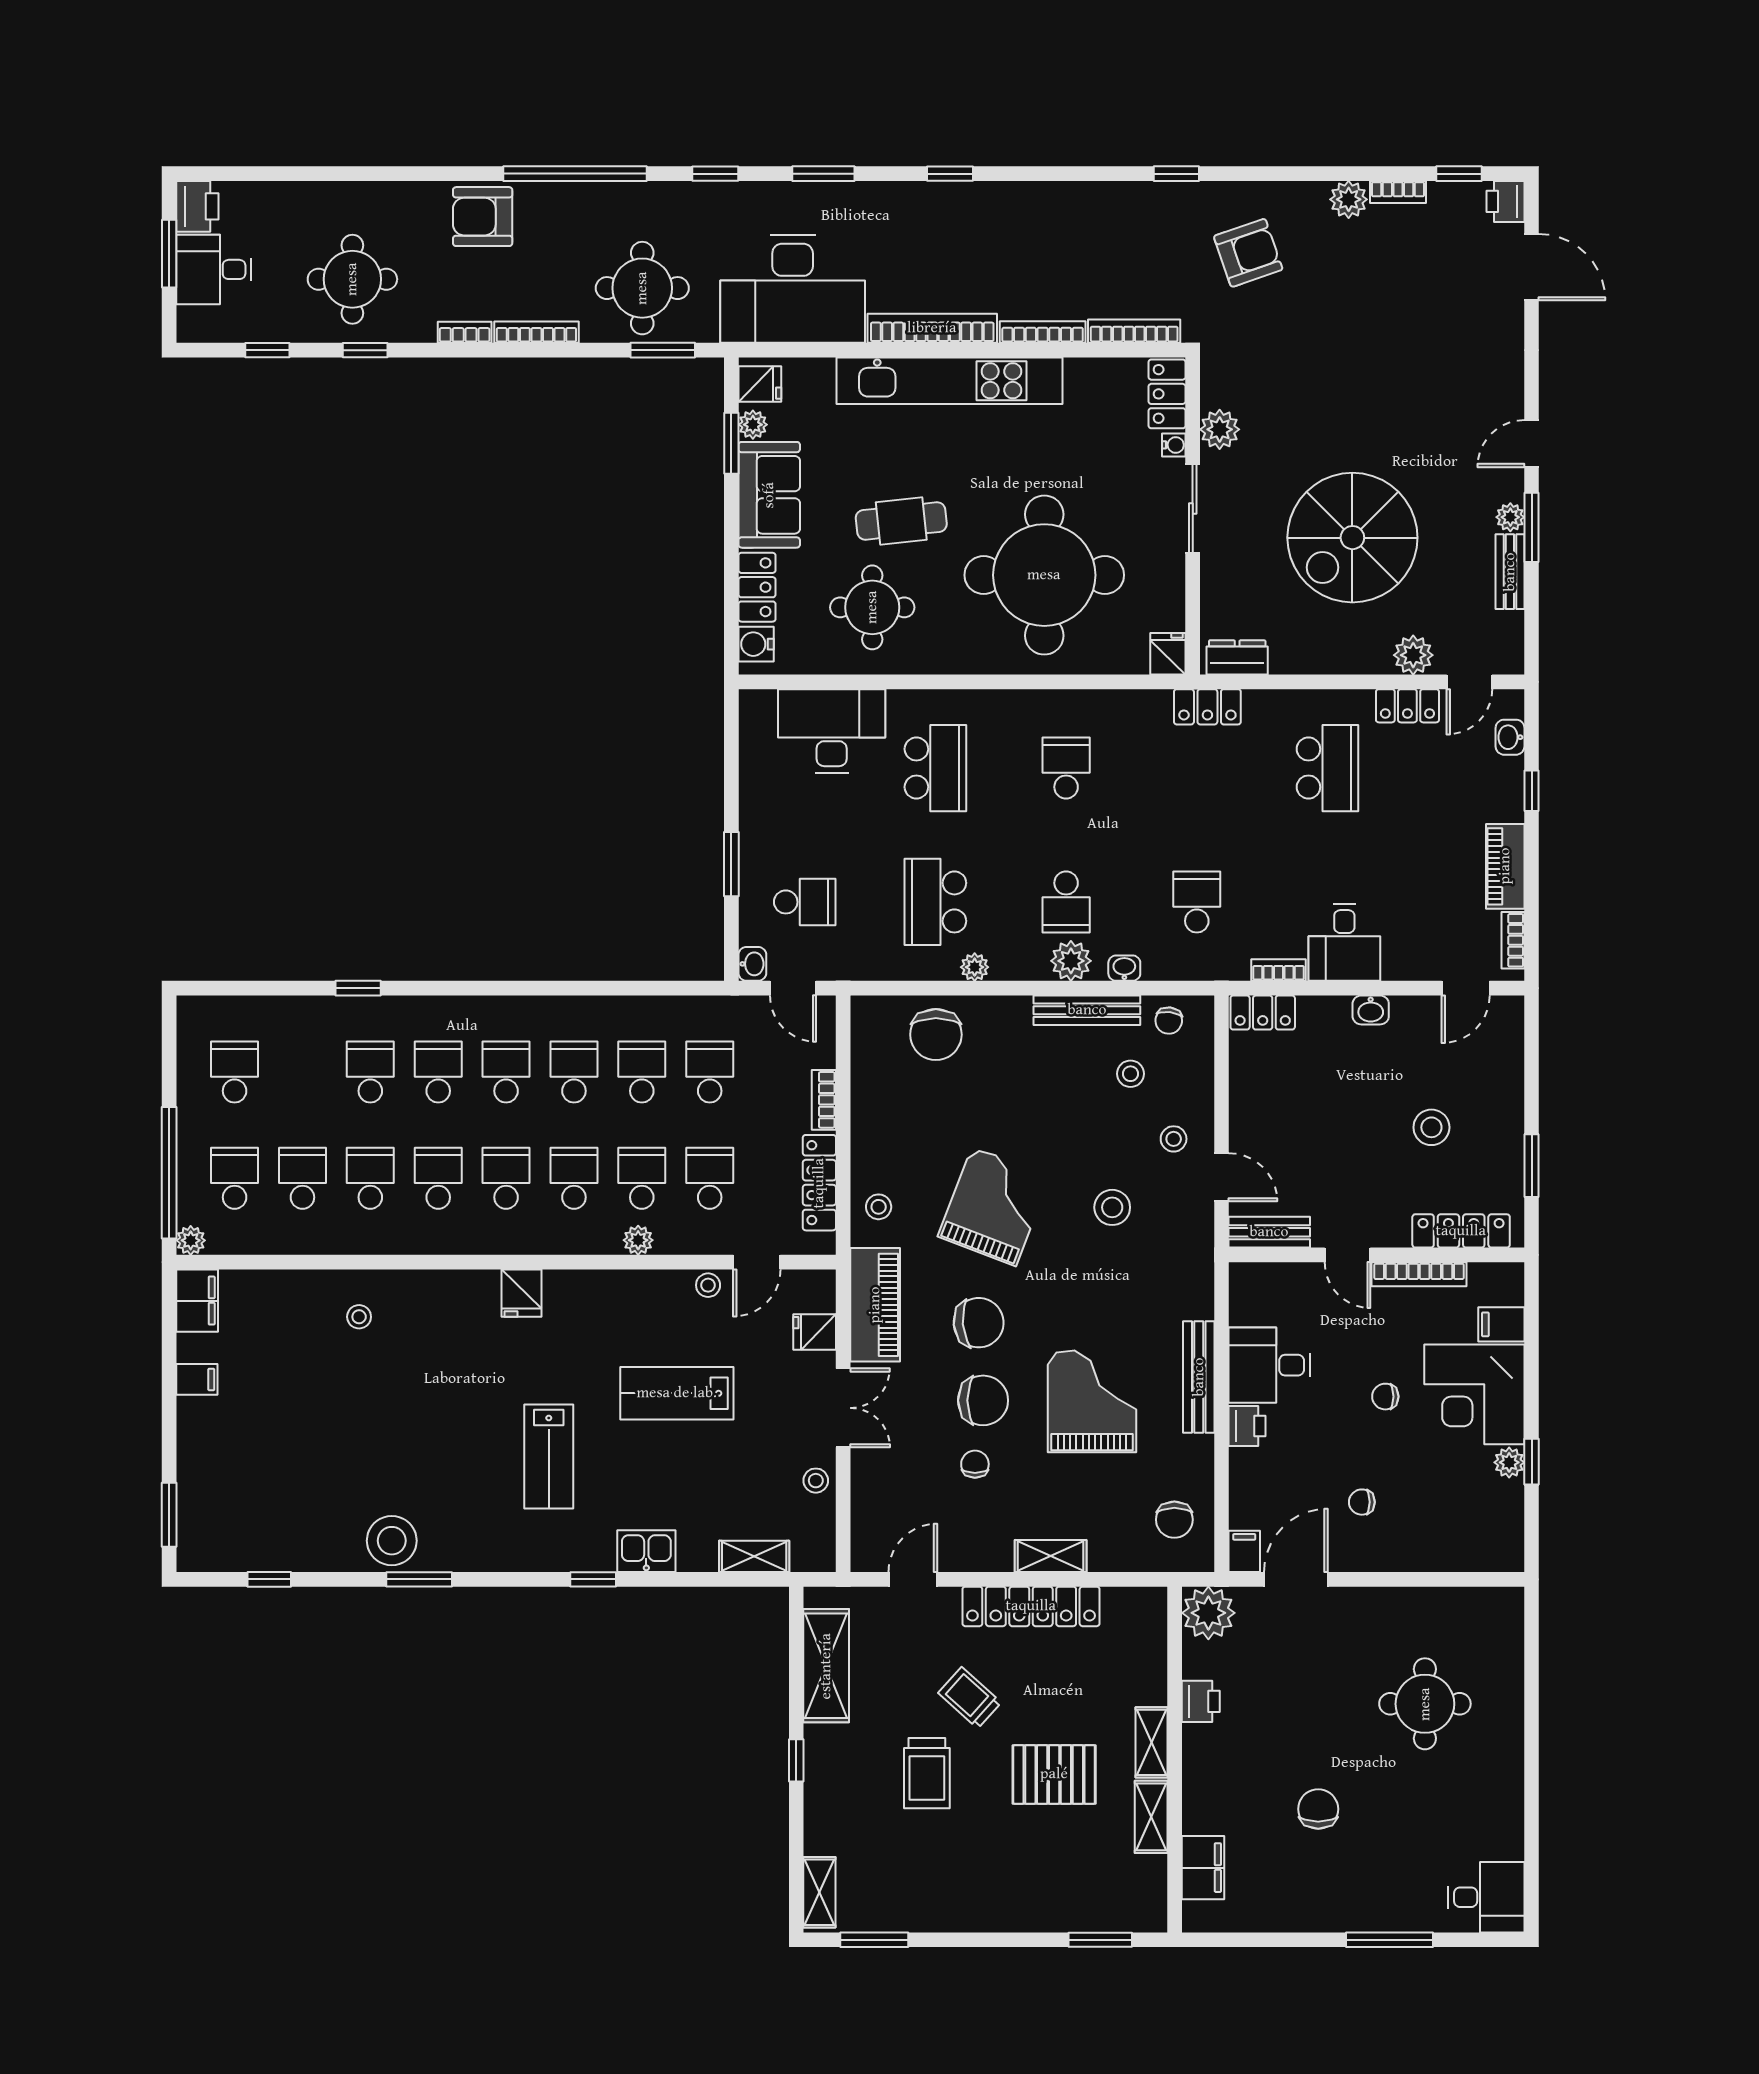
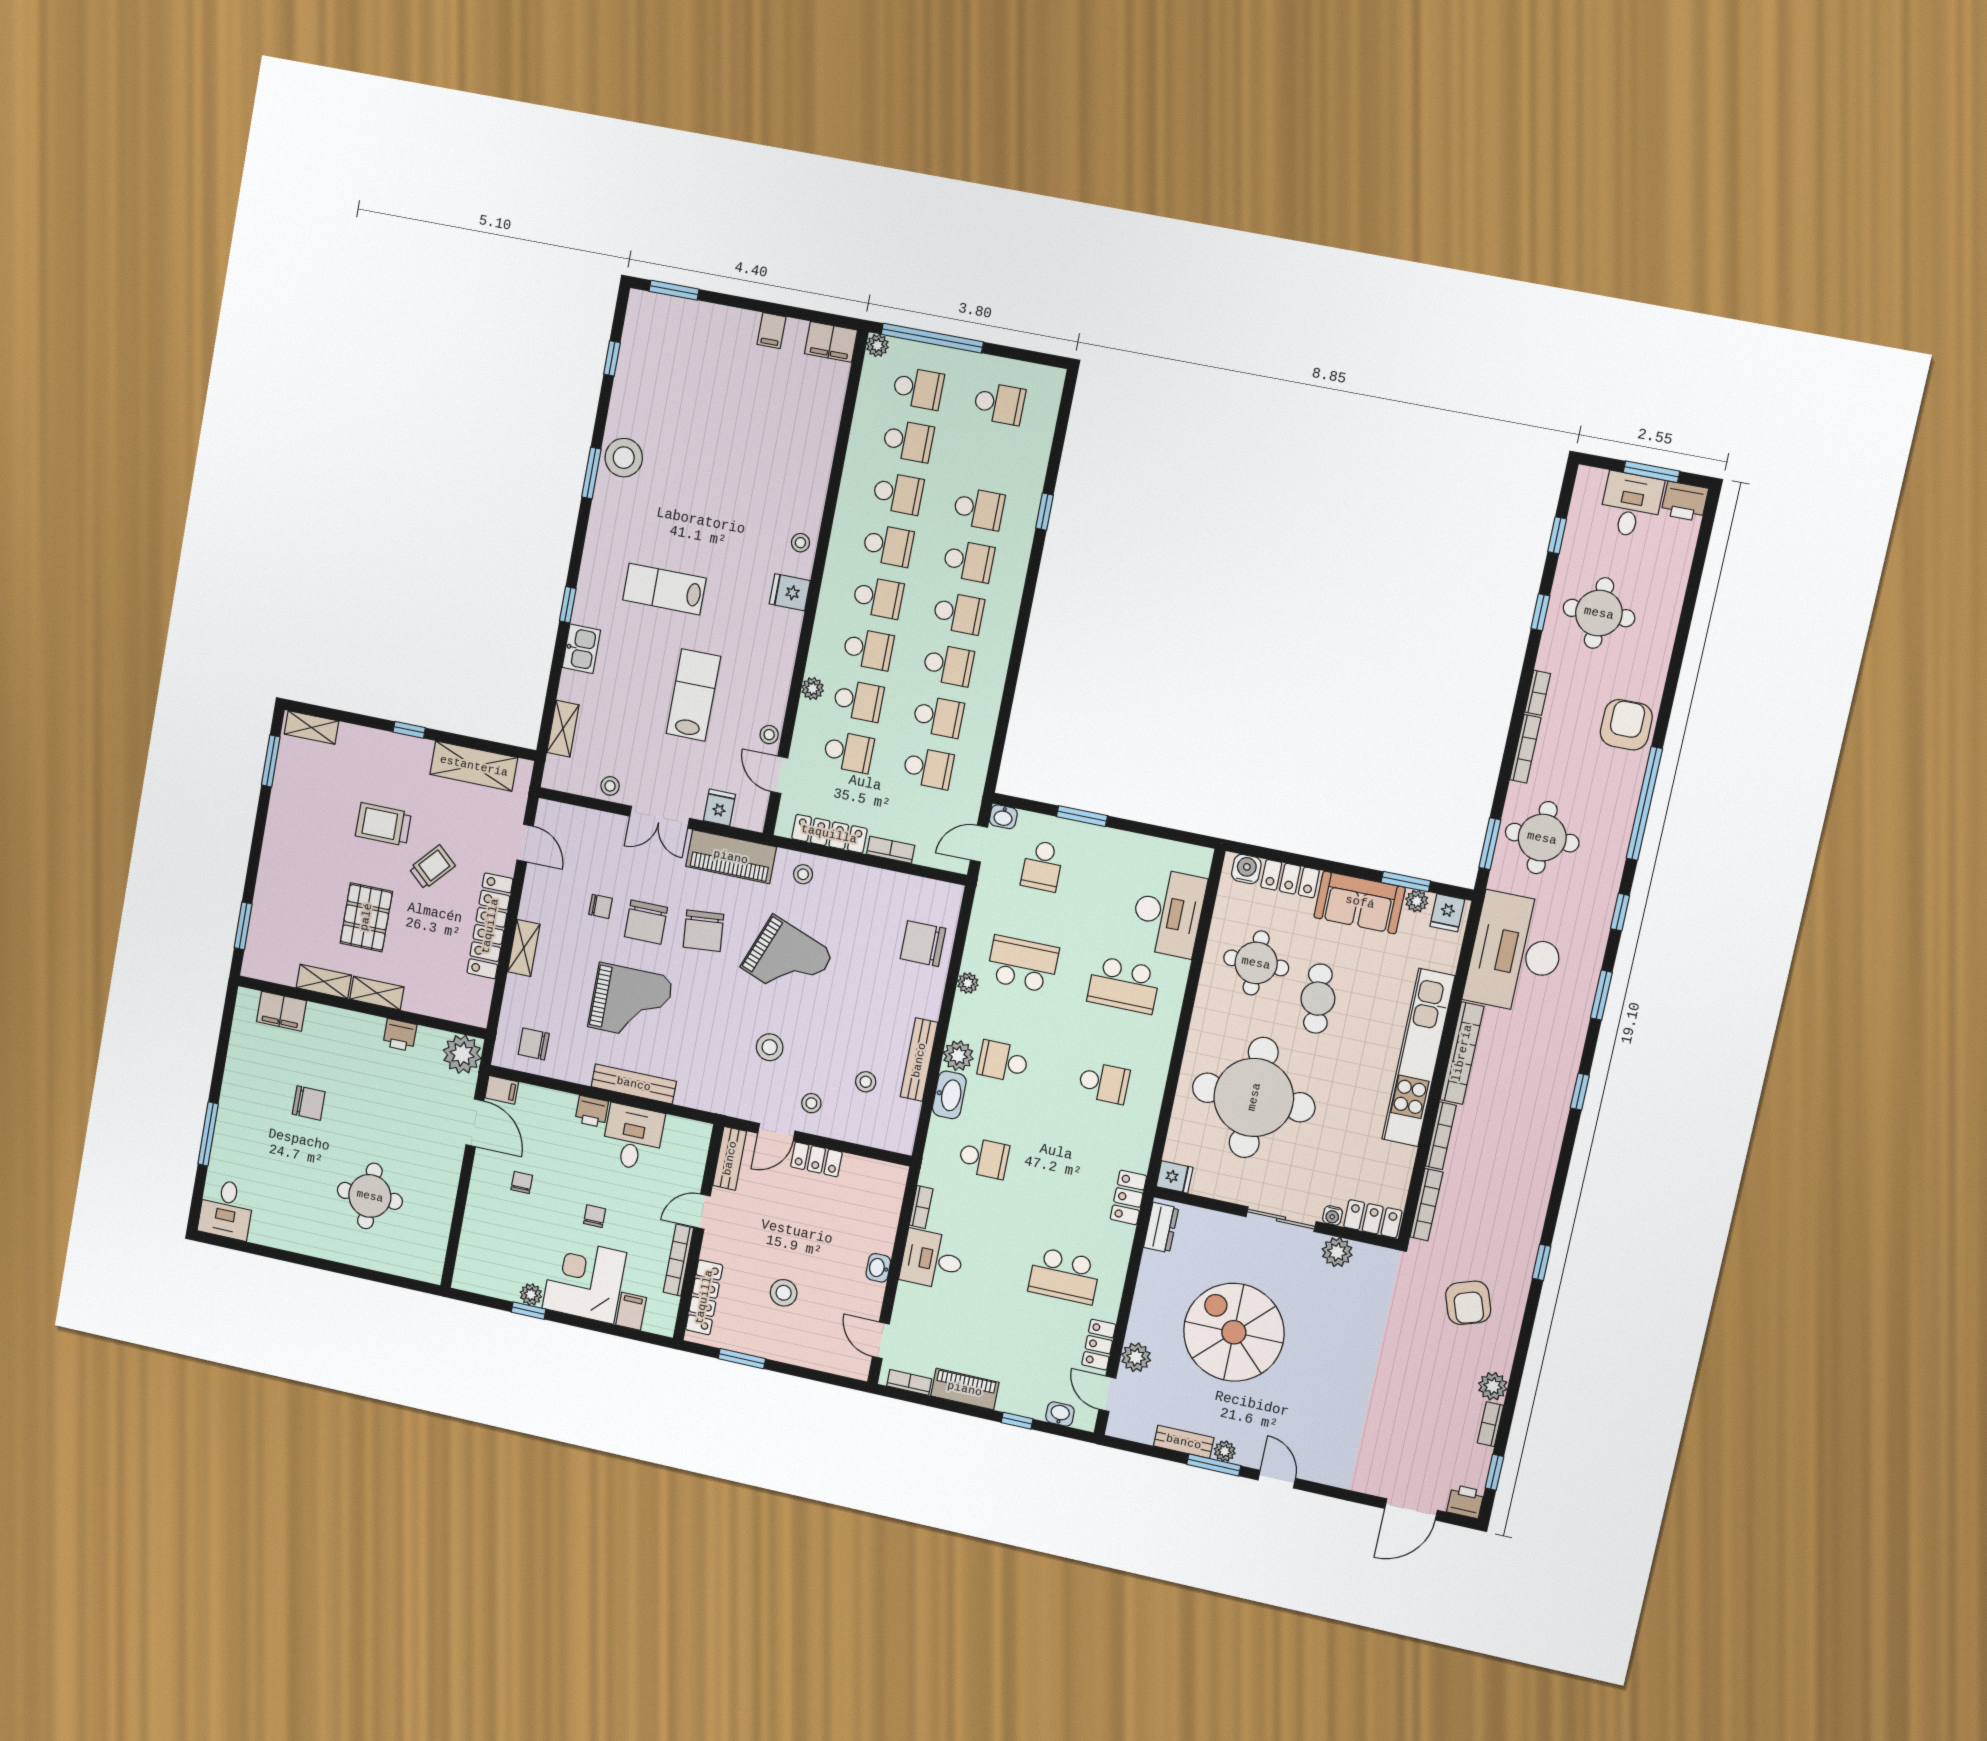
washbasin: (1124, 968) -> (949, 1095), width x1.91, depth x1.45
locker: (1263, 1013) -> (816, 1159), moved, turned -90
chair: (1169, 1021) -> (900, 1118), removed
stool: (359, 1317) -> (800, 543), moved

